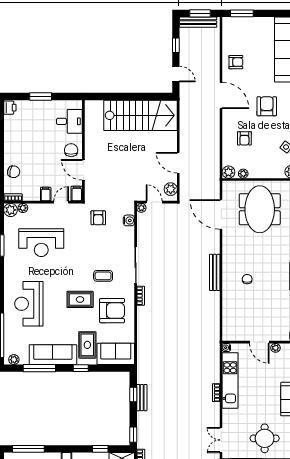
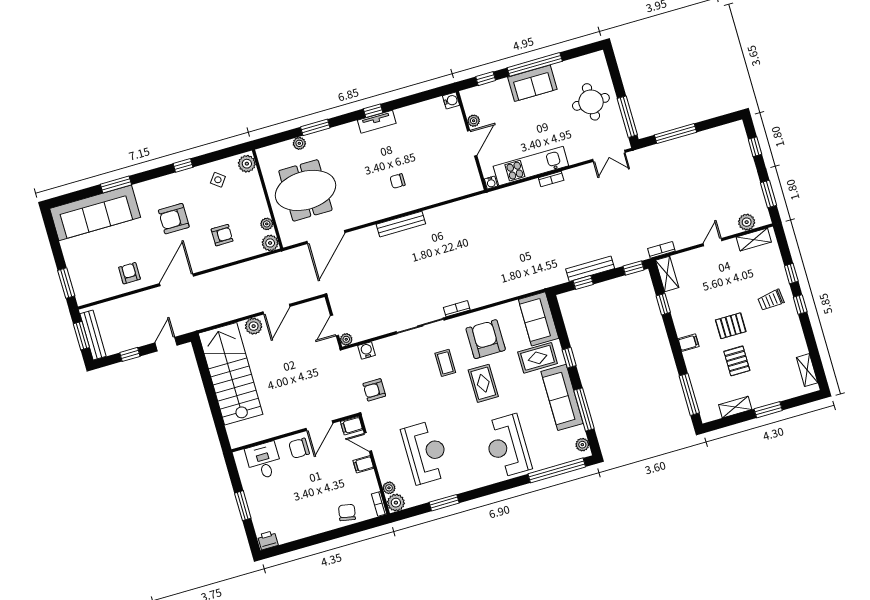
plant: (171, 189) -> (254, 326), moved
armchair: (98, 218) -> (374, 390), turned 180
reception desk: (29, 304) -> (507, 446), turned 90
bench: (142, 398) -> (590, 269), width x1.36

